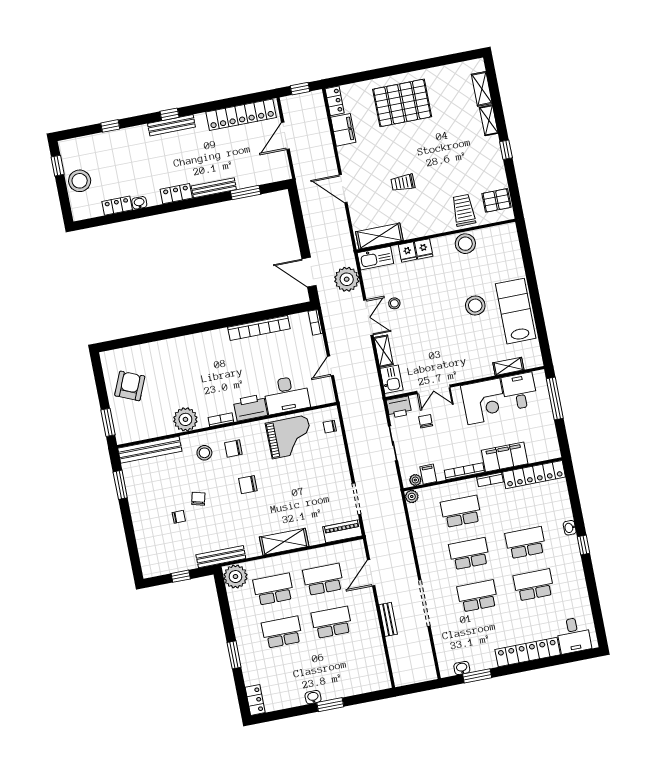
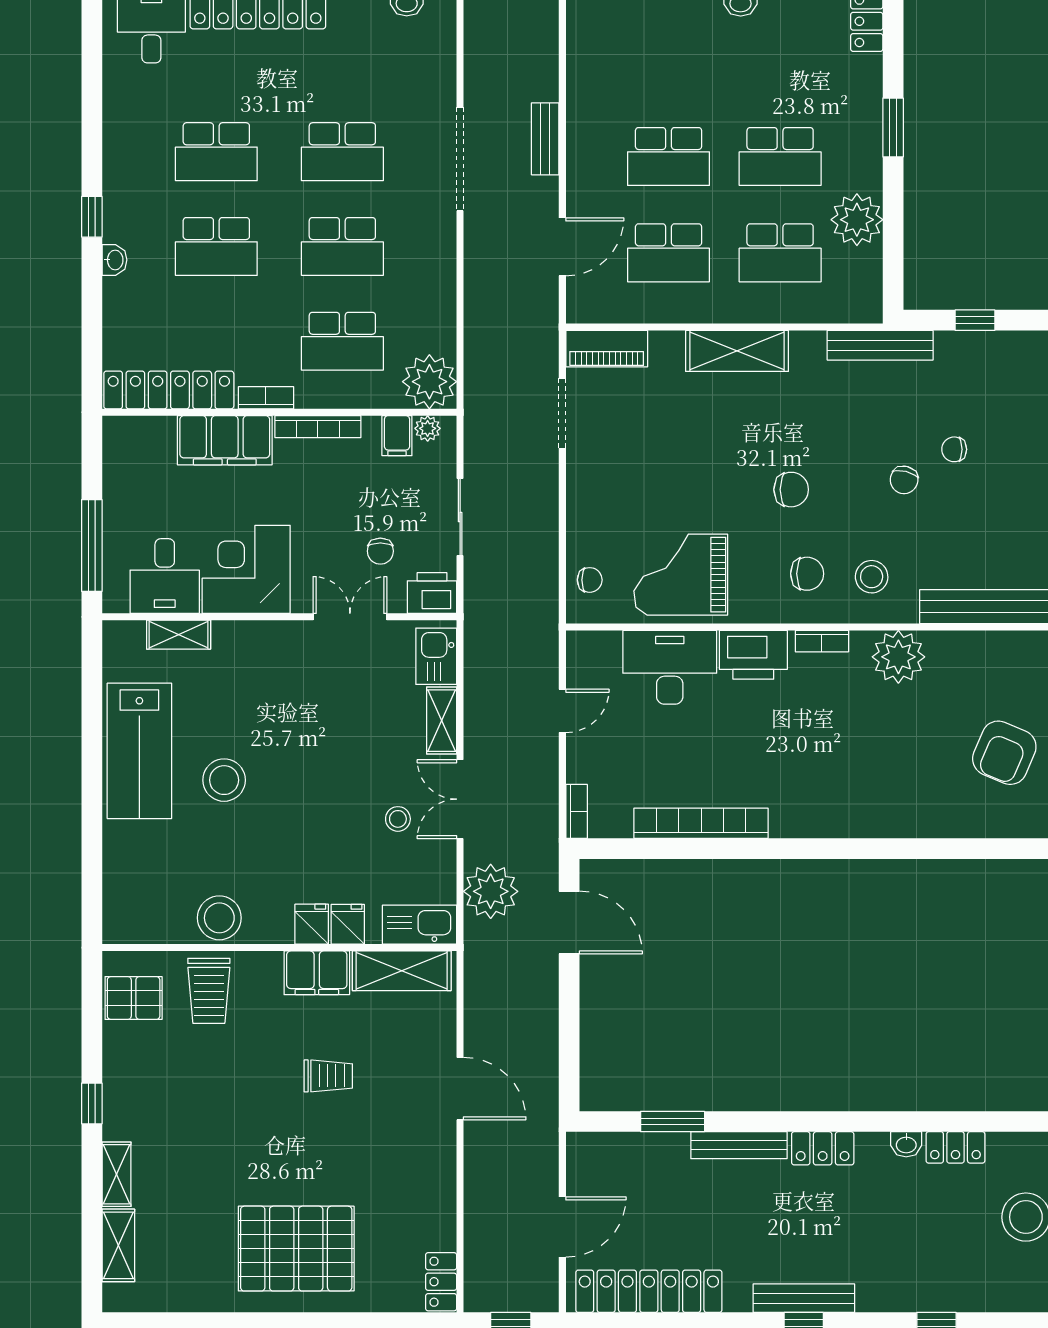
filing cabinet: (343, 130) -> (317, 973), moved, turned -90
plant: (412, 497) -> (429, 382), width x1.87, depth x1.87
plant: (235, 577) -> (857, 220), moved

